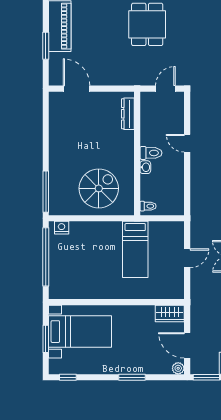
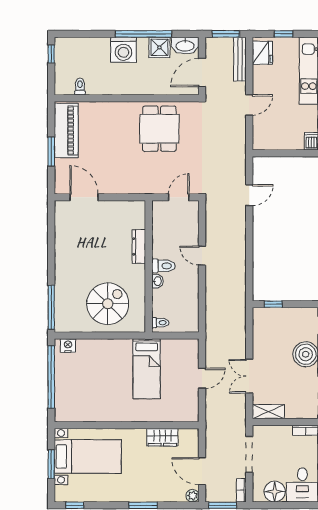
dresser: (128, 114) -> (139, 246), moved
wardrobe: (170, 313) -> (162, 437), moved

